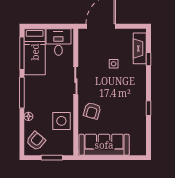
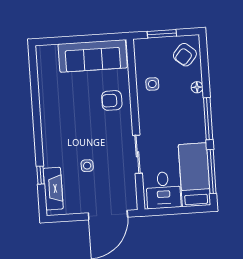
sliding door: (76, 81) -> (137, 154), moved
window: (149, 108) -> (36, 109), removed
armchair: (92, 111) -> (112, 100), turned -106
side table: (61, 121) -> (152, 84), width x0.54, depth x0.54

